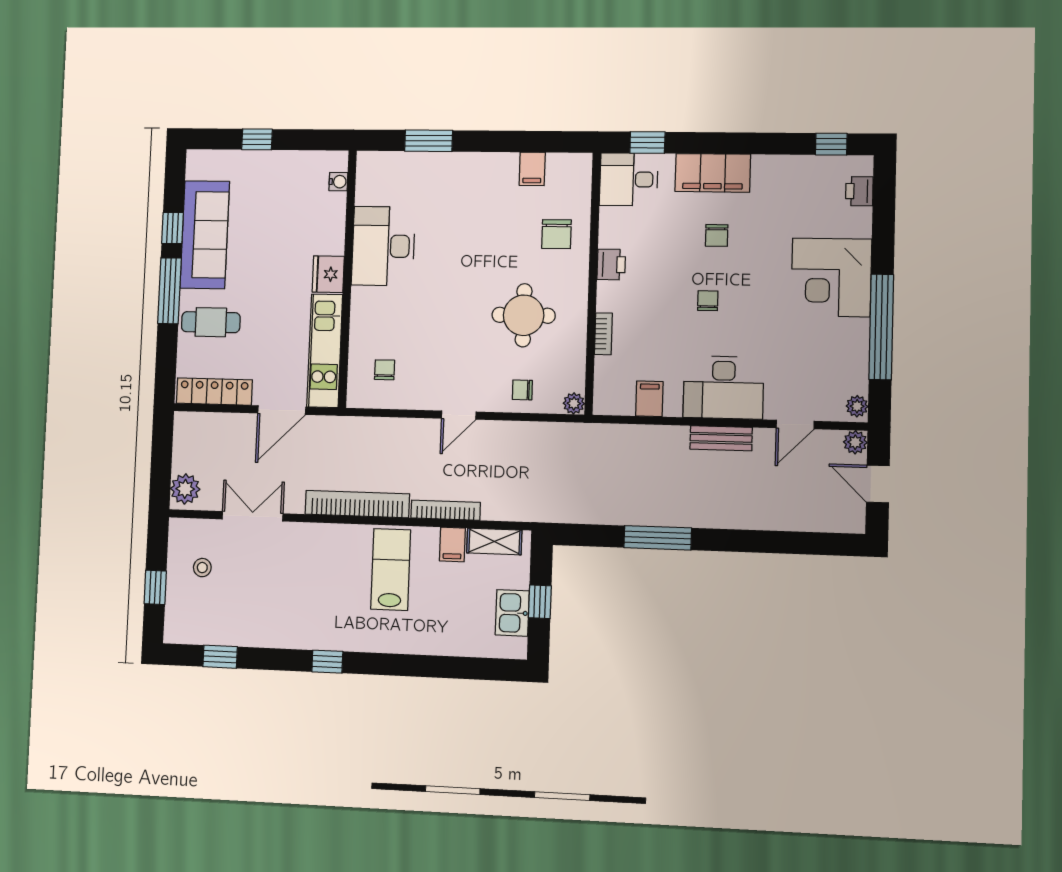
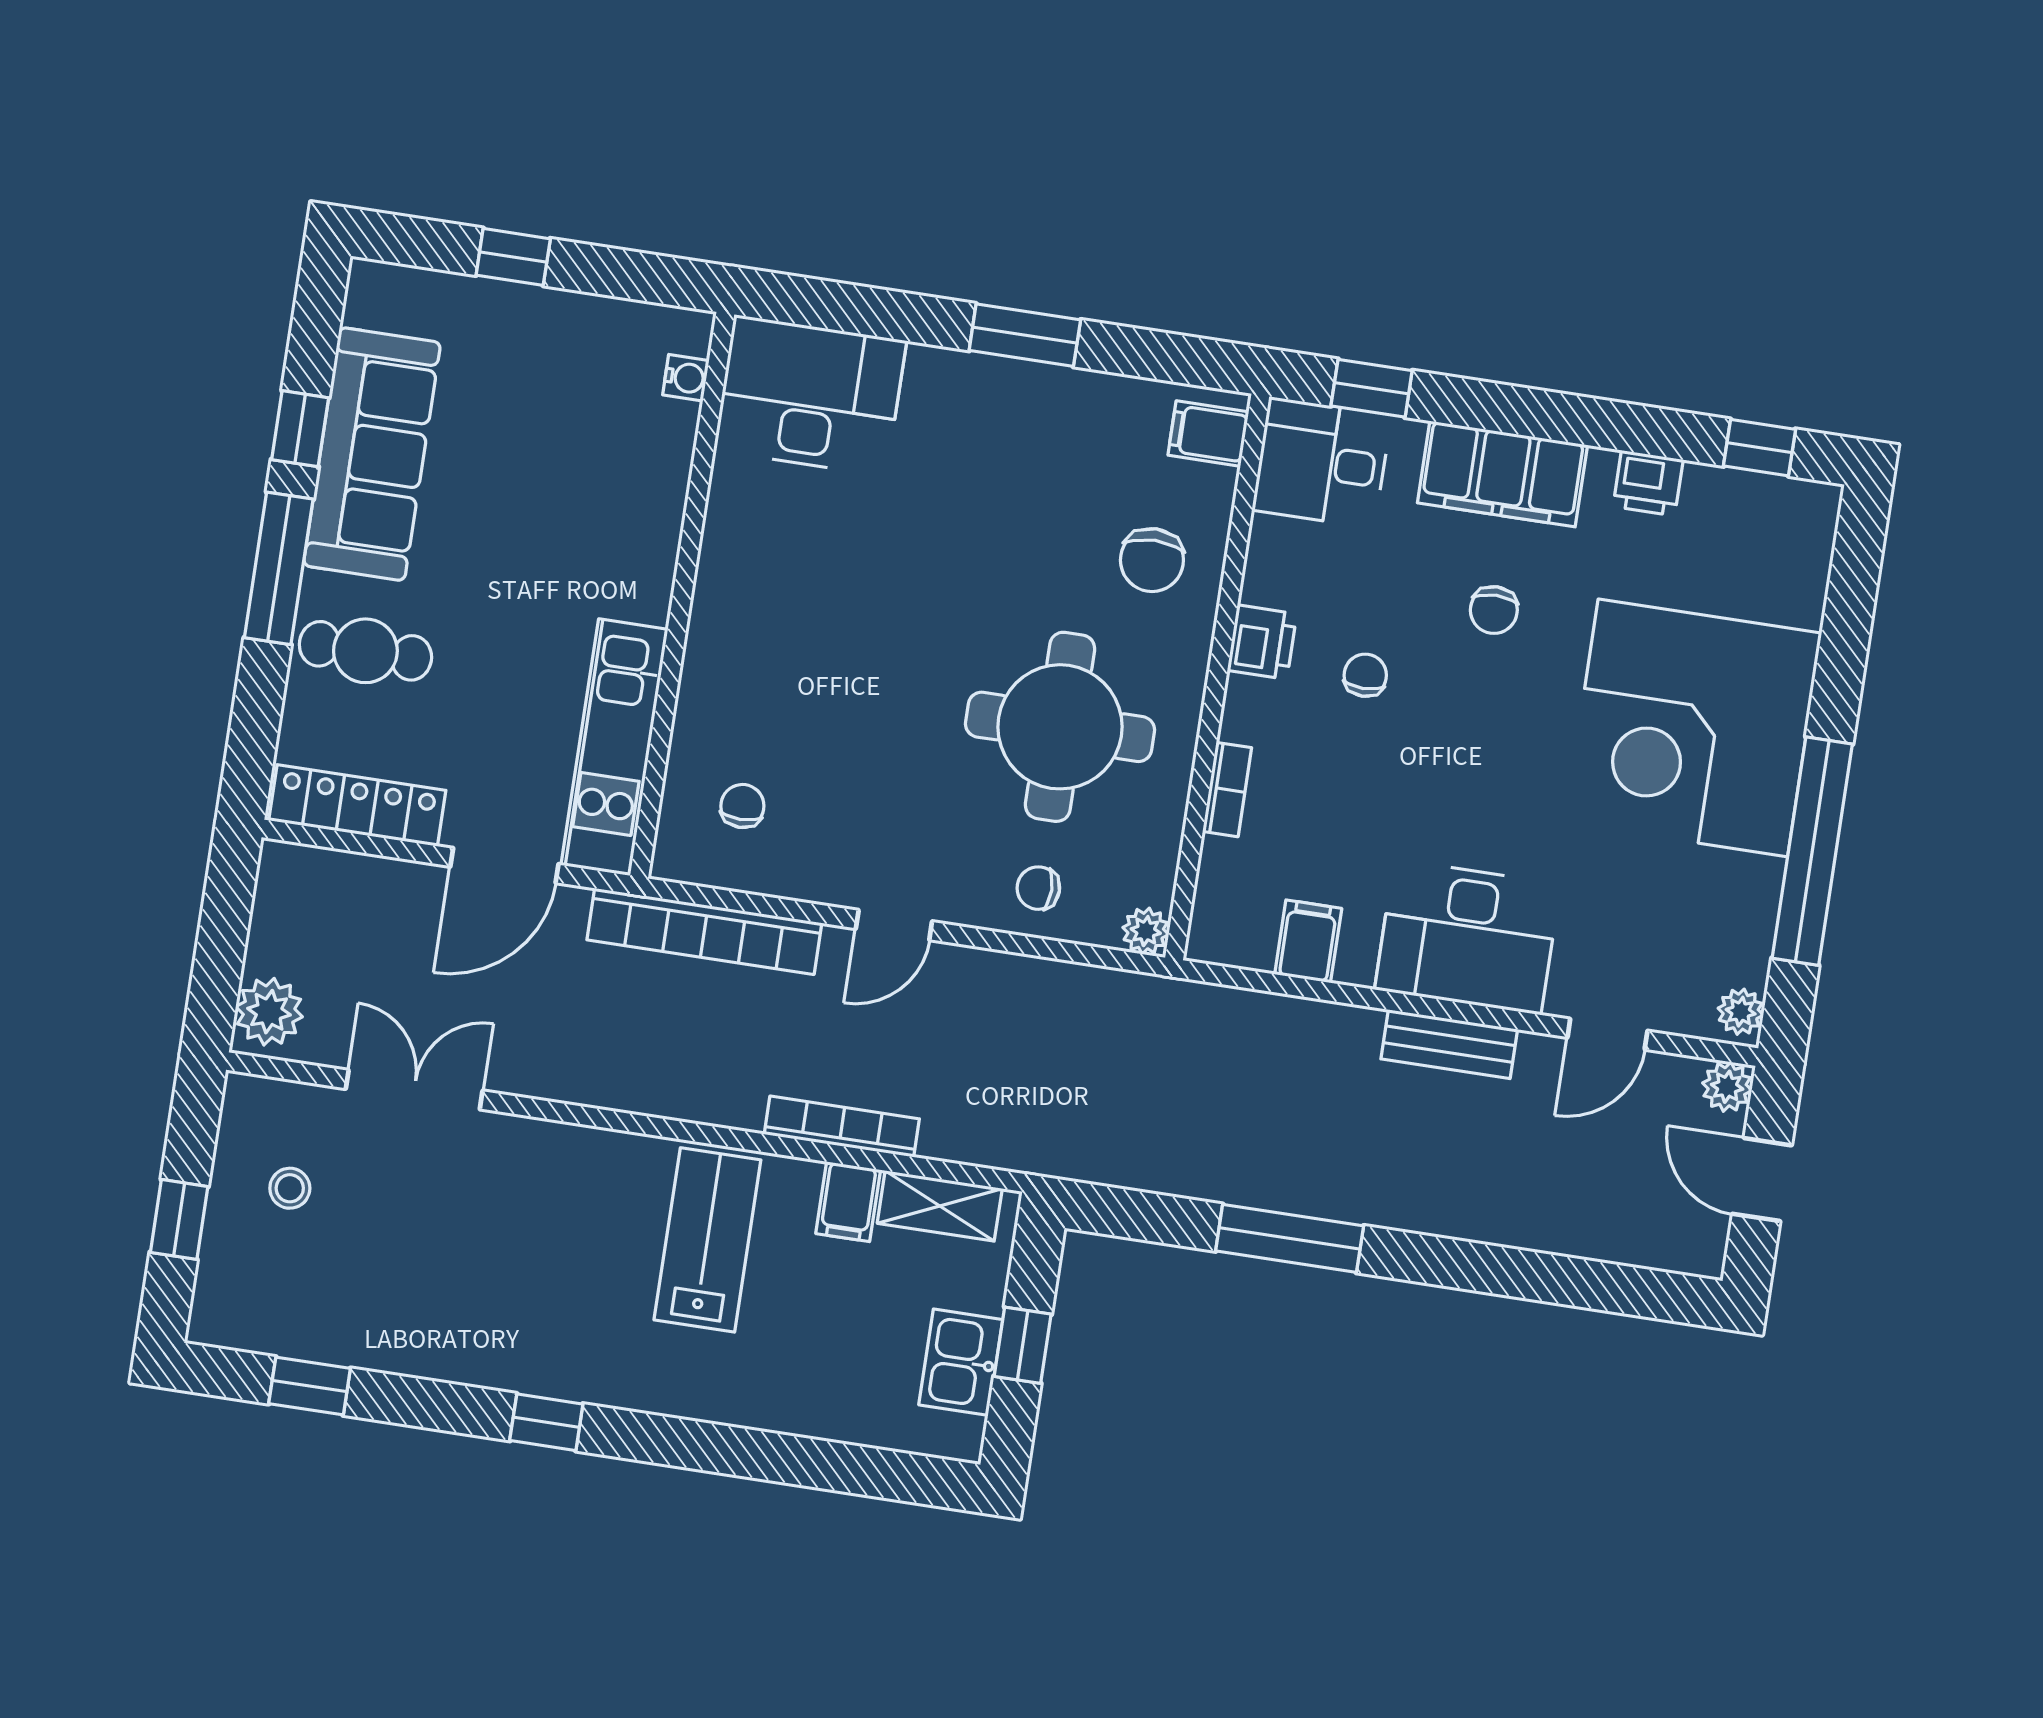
window: (429, 141) -> (1025, 335), moved
filing cabinet: (532, 169) -> (1208, 433), moved, turned 90
printer: (859, 191) -> (1648, 483), moved, turned -90
desk: (383, 246) -> (810, 396), moved, turned 90
fridge: (328, 274) -> (641, 580), removed
corner desk: (831, 277) -> (1693, 728), width x1.36, depth x1.36
chair: (708, 301) -> (1365, 675), moved
round table: (524, 315) -> (1060, 727), width x1.36, depth x1.36
bookcase: (357, 504) -> (704, 931), moved, turned 180

